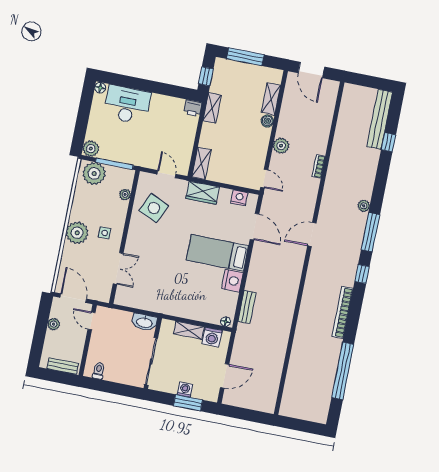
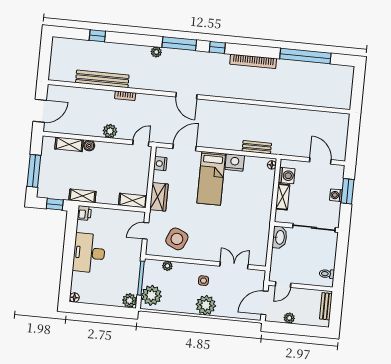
desk: (127, 105) -> (89, 253), moved
bench: (380, 119) -> (102, 79), moved

